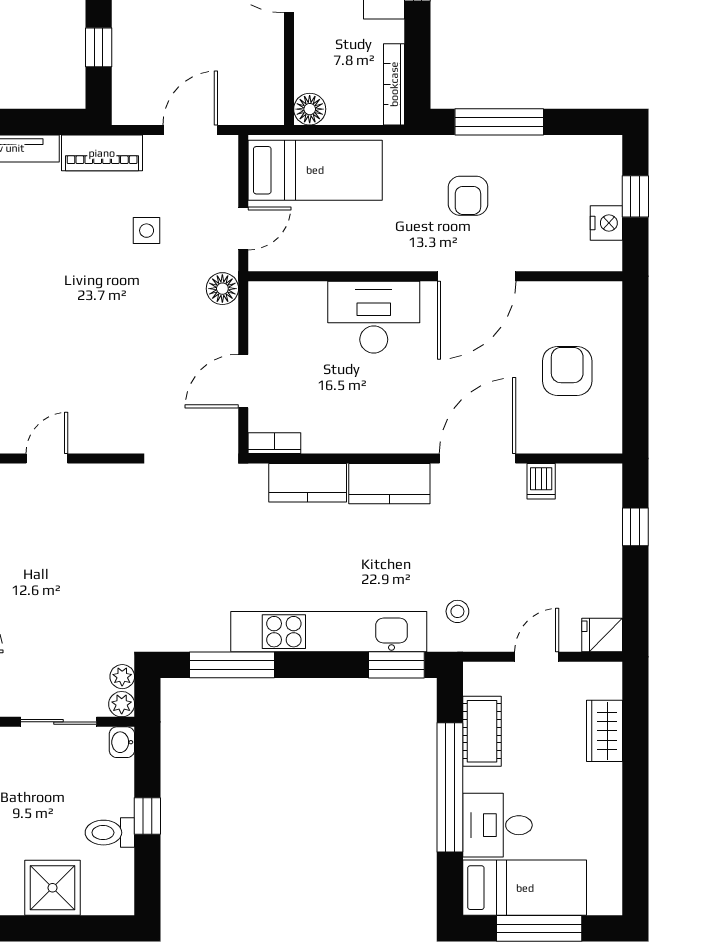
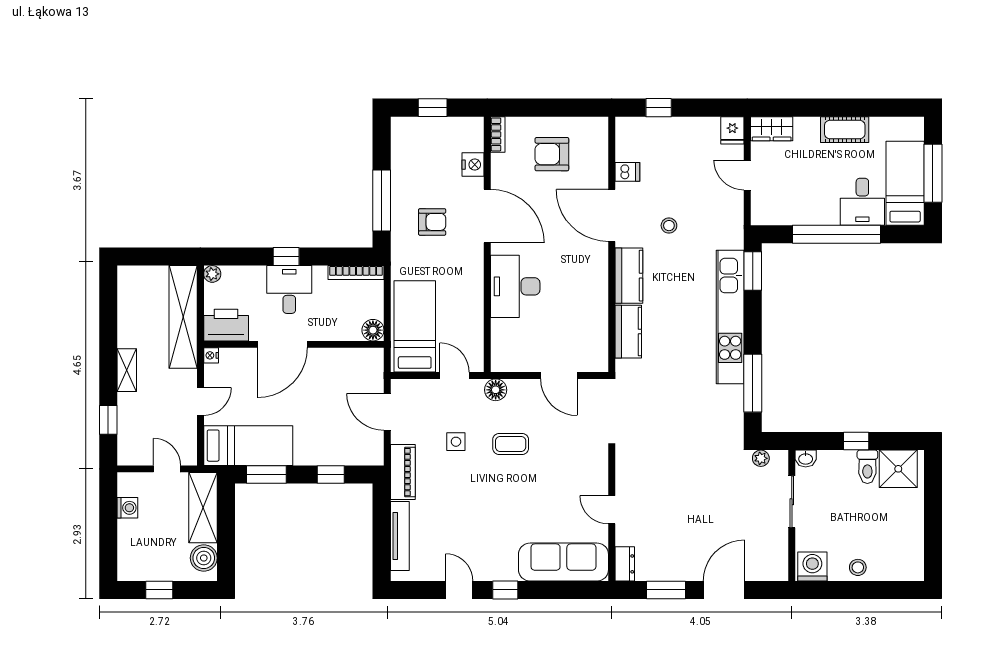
nightstand: (606, 223) -> (473, 165), moved, turned 90
coffee table: (143, 311) -> (511, 444), added
bookcase: (274, 443) -> (498, 134), moved, turned 180
stool: (457, 611) -> (669, 226), moved
plant: (122, 704) -> (780, 459), removed
cot: (482, 731) -> (845, 130), moved
wardrobe: (604, 731) -> (772, 129), moved
shower: (52, 888) -> (898, 469), moved

